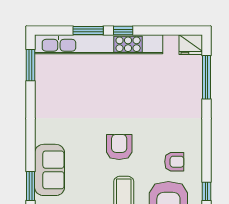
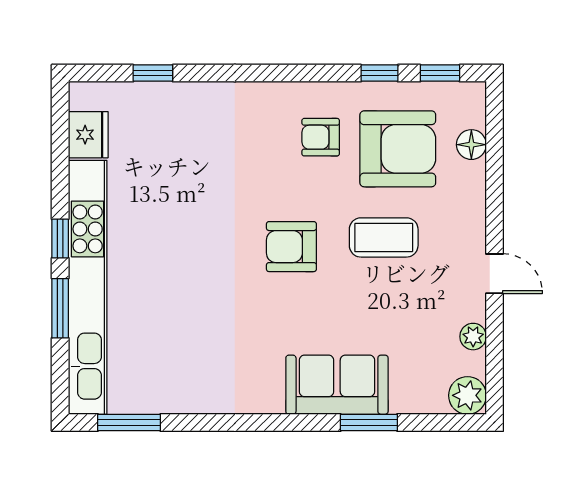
fridge: (191, 45) -> (88, 135), moved
window: (207, 77) -> (153, 73), width x0.46
armchair: (174, 162) -> (321, 137), turned -90

